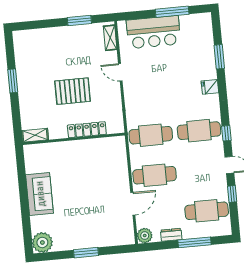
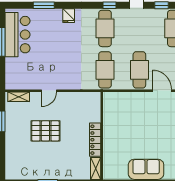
bar counter: (153, 32) -> (17, 35), moved
pallet: (73, 91) -> (45, 131), moved, turned 90
locker: (87, 130) -> (95, 140), moved

